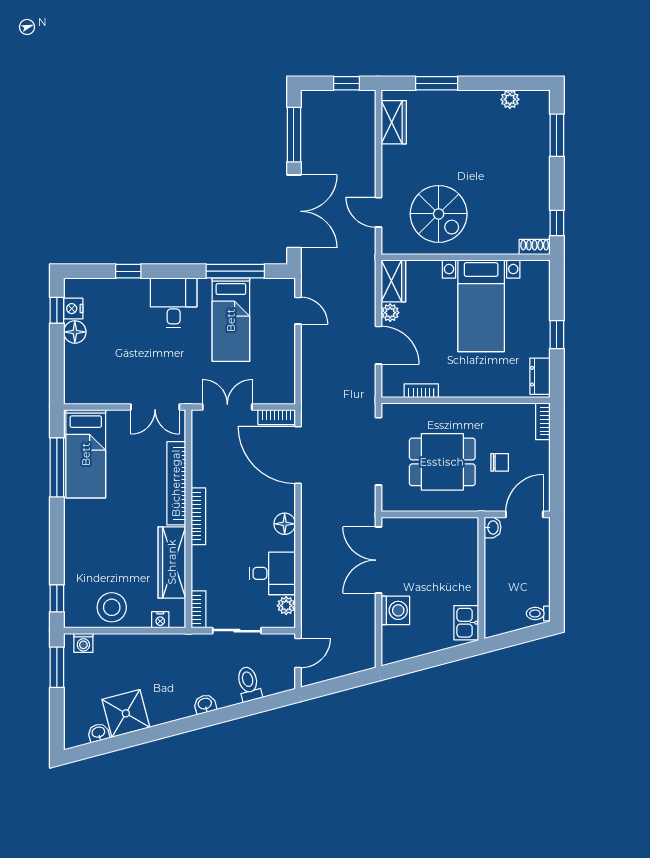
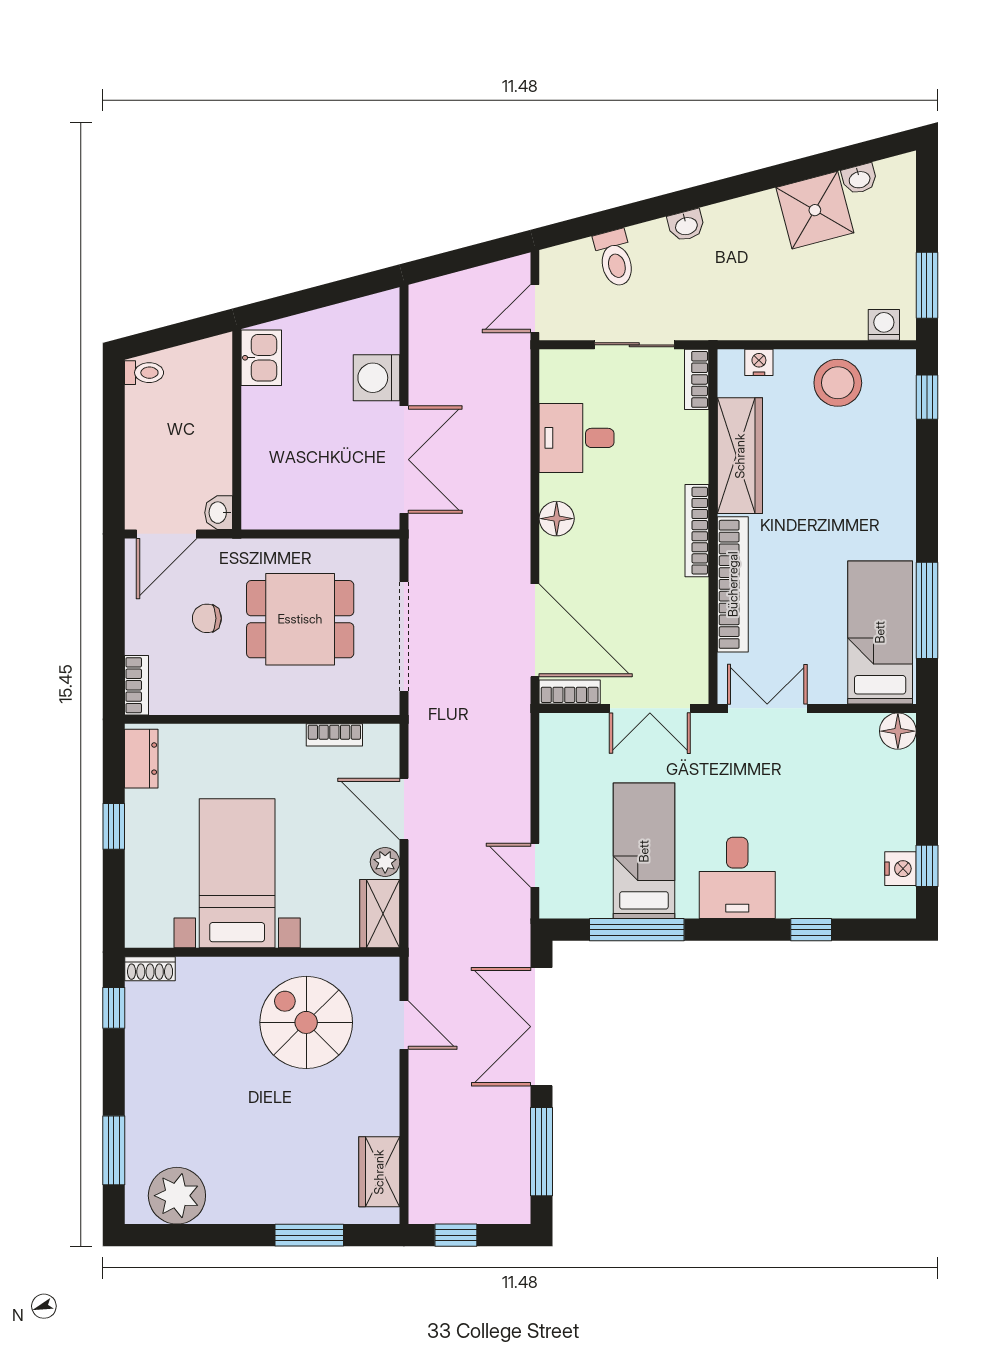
plant: (510, 99) -> (177, 1196), width x1.87, depth x1.87
floor lamp: (75, 332) -> (898, 731), moved
plant: (286, 606) -> (554, 386), removed

